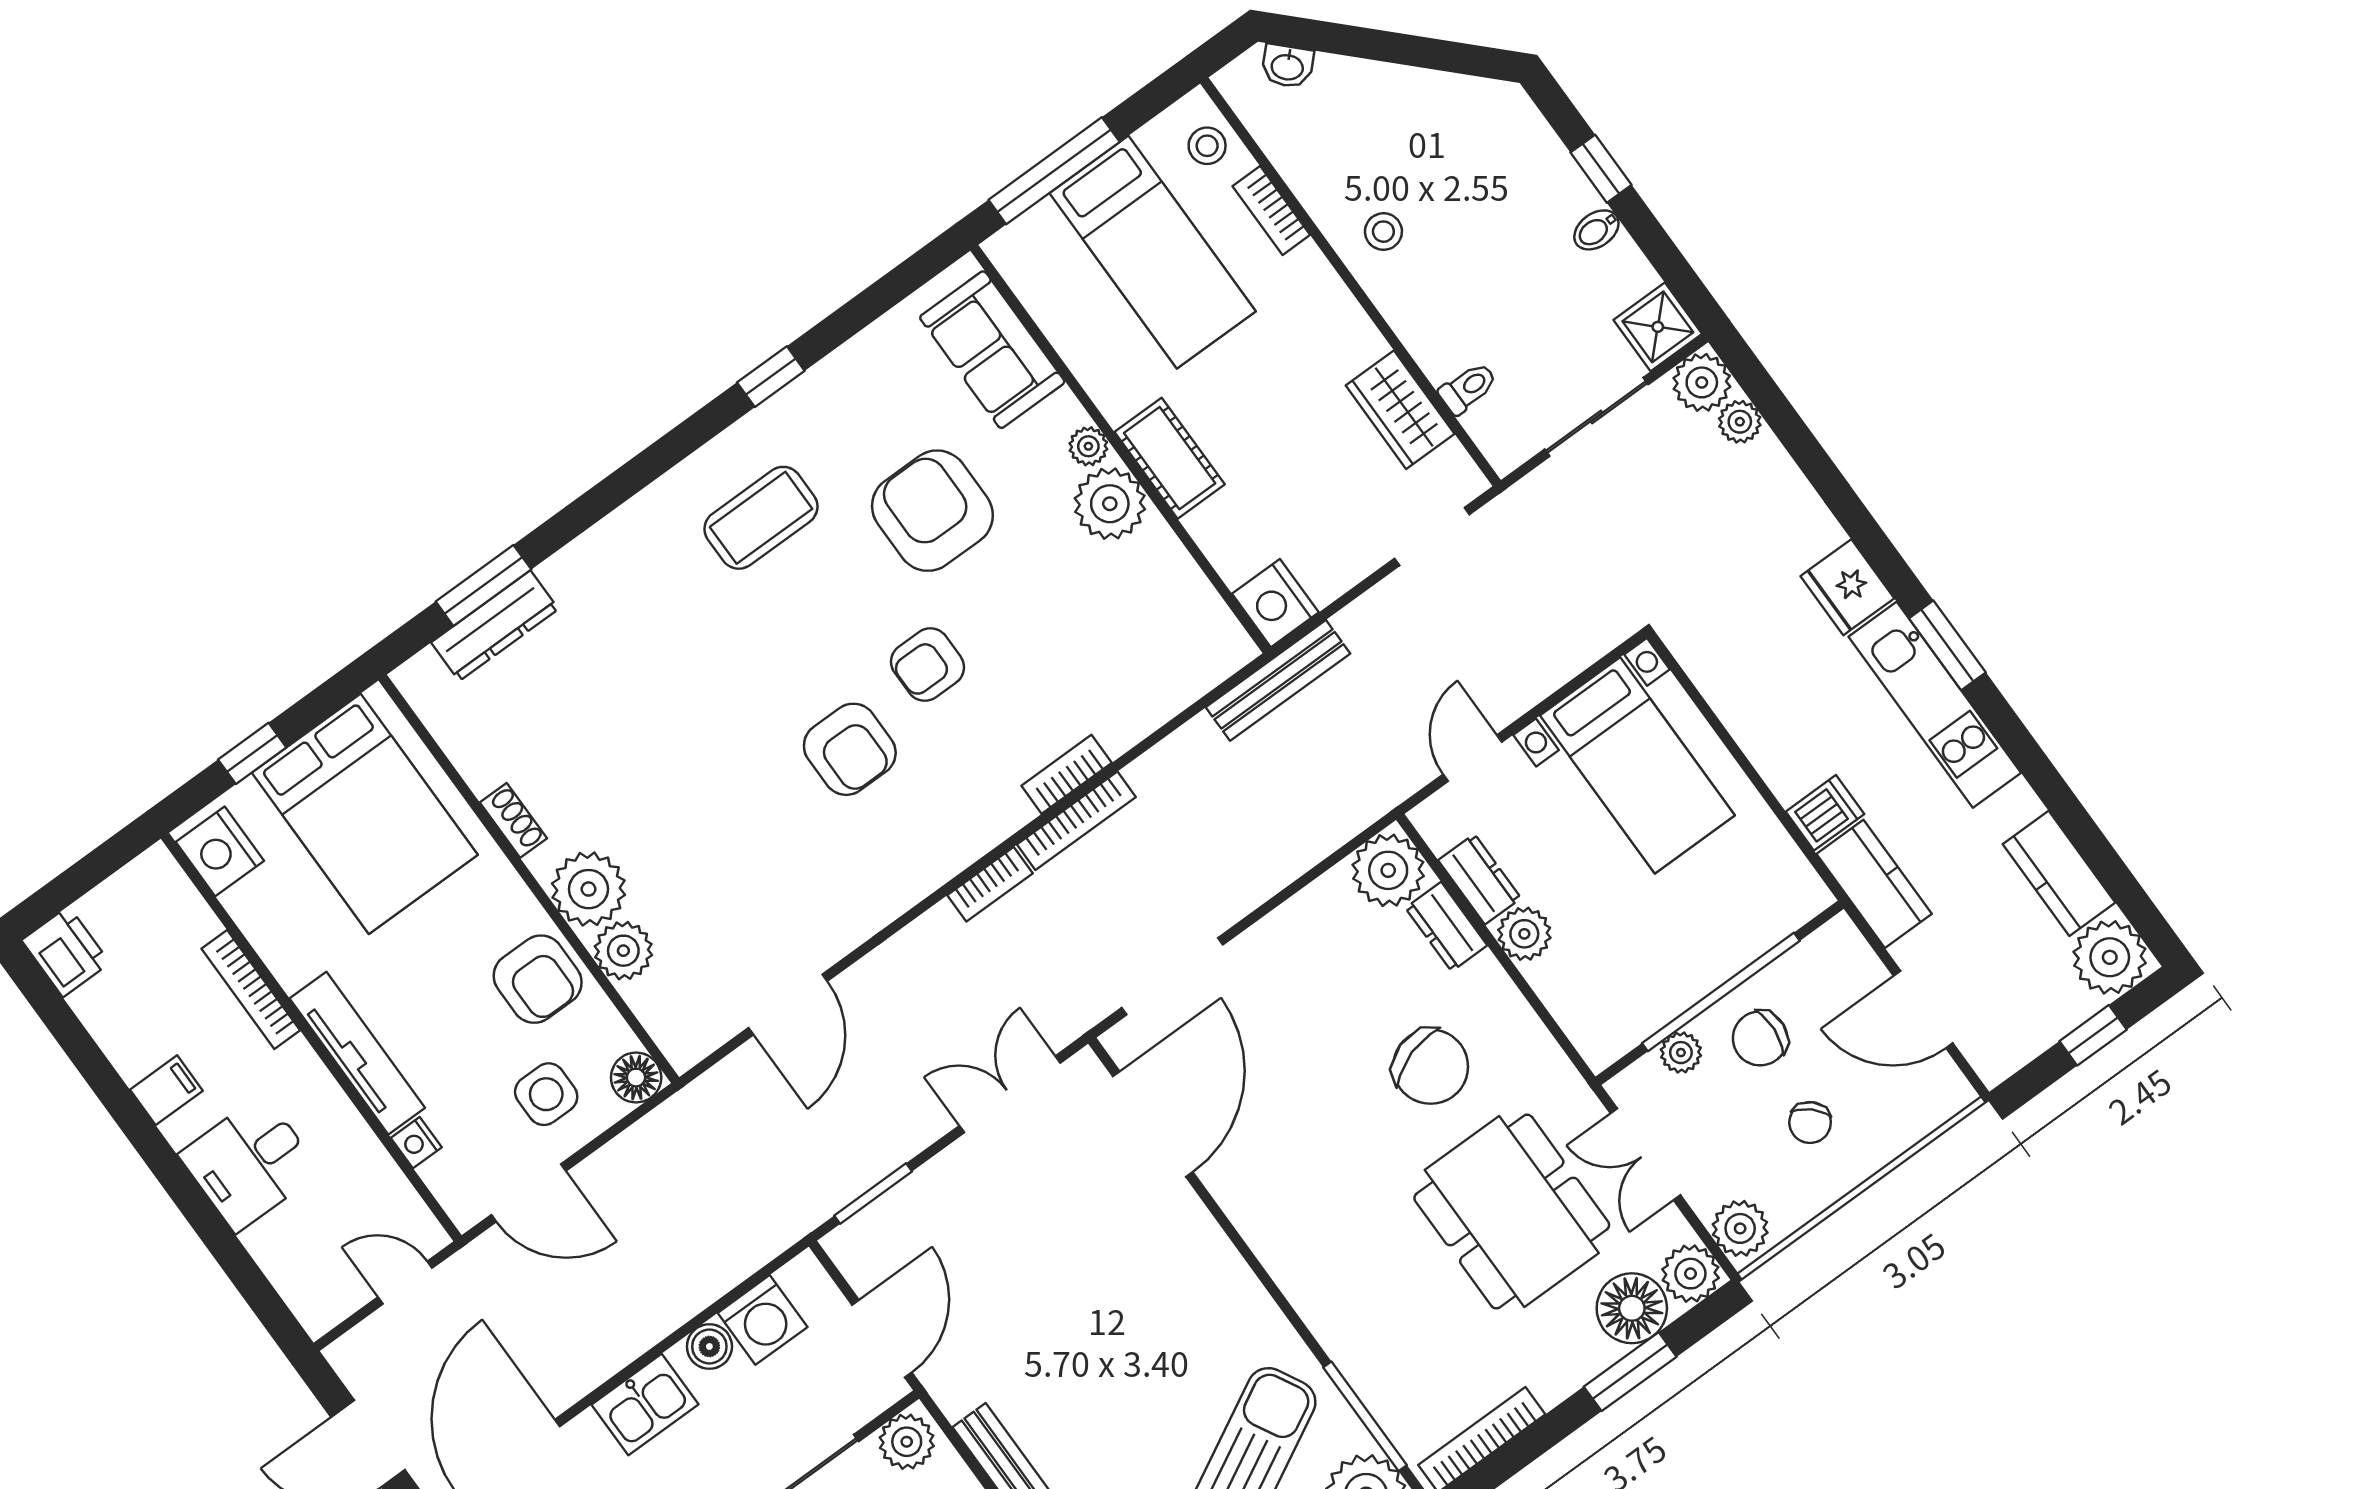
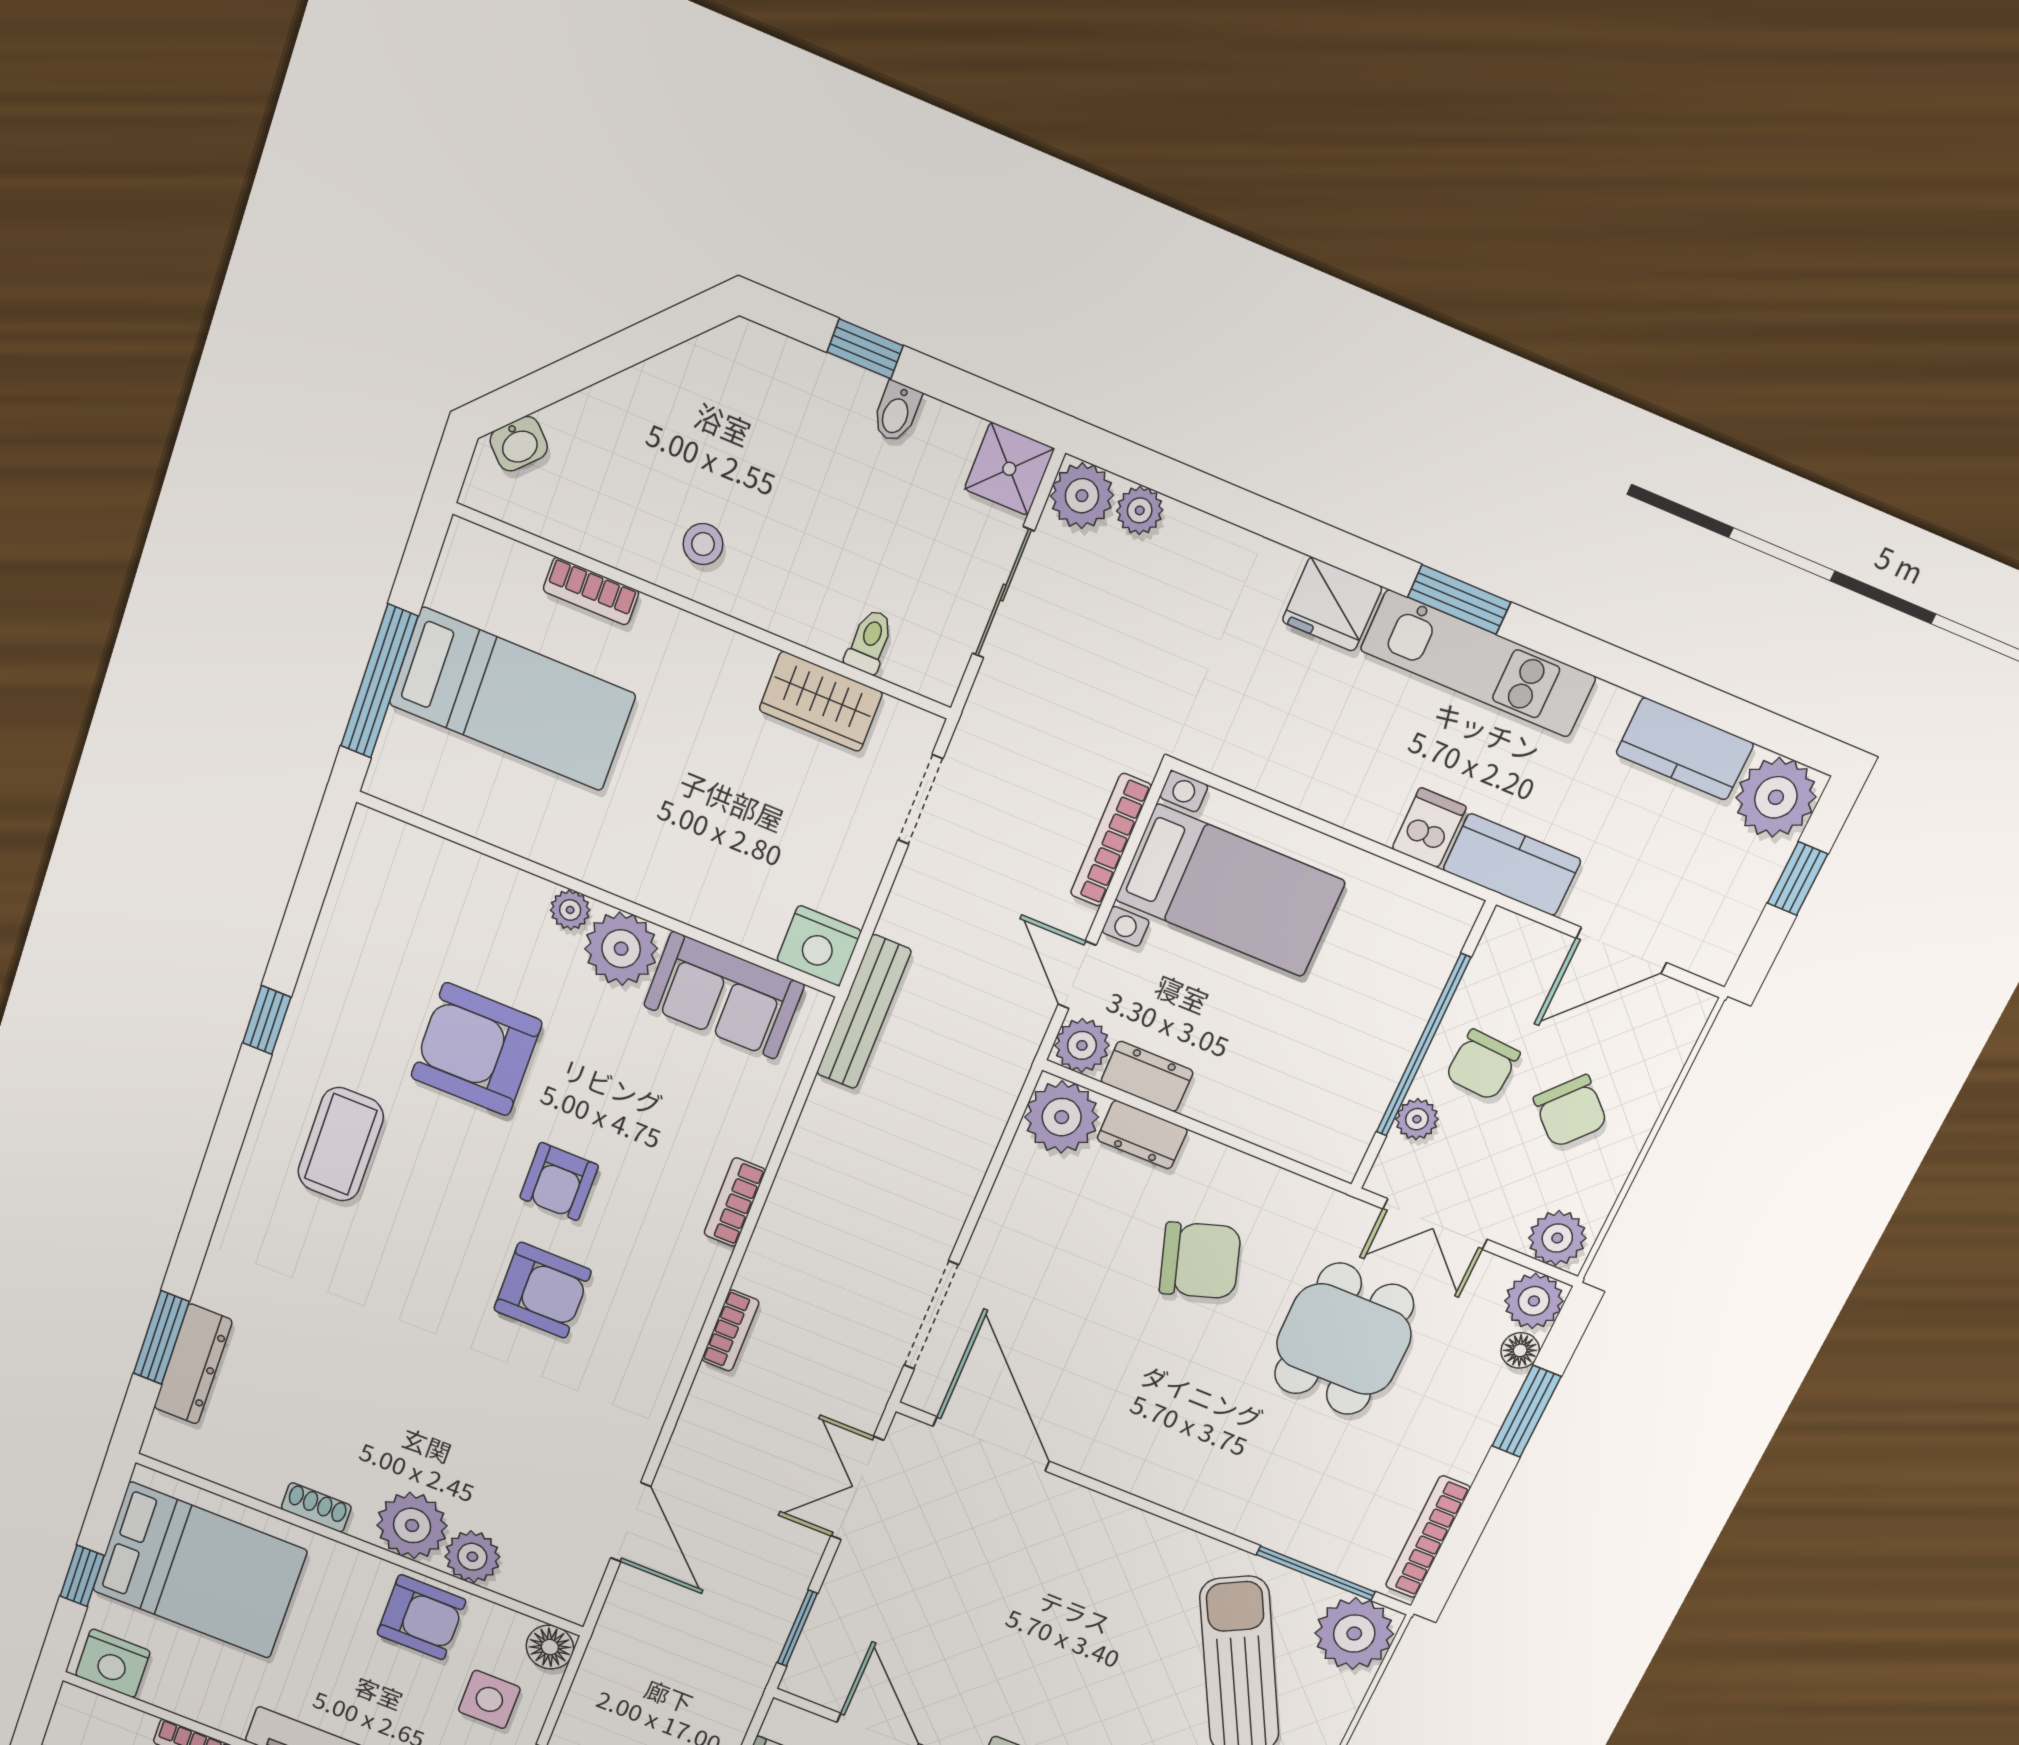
stool: (1207, 146) -> (496, 568), removed
sofa: (992, 350) -> (724, 995), moved
cot: (1170, 458) -> (646, 876), removed
bookcase: (1076, 821) -> (1111, 840), moved, turned 180
plant: (1524, 934) -> (1082, 1045), moved
chair: (1810, 1122) -> (1570, 1111), width x1.37, depth x1.37
dining table: (1512, 1212) -> (1344, 1339), width x0.73
floor lamp: (1632, 1308) -> (1520, 1350), width x0.53, depth x0.53

